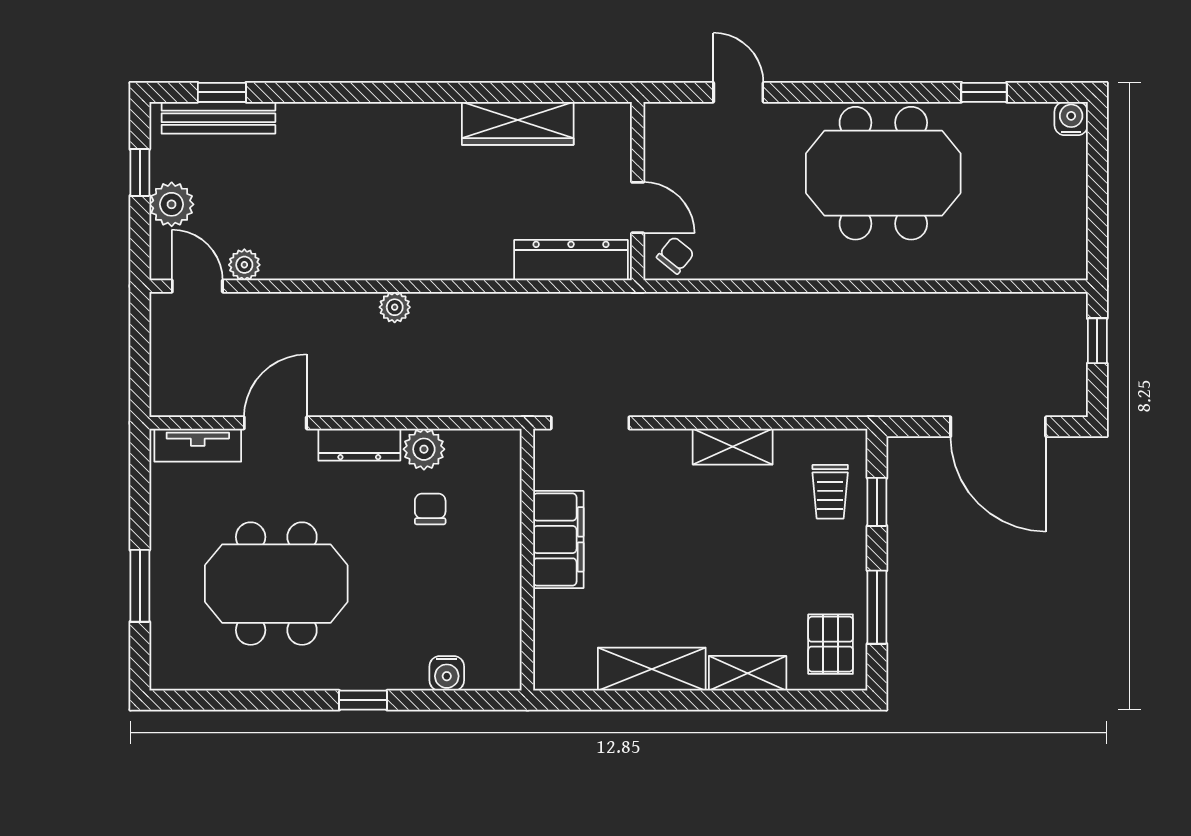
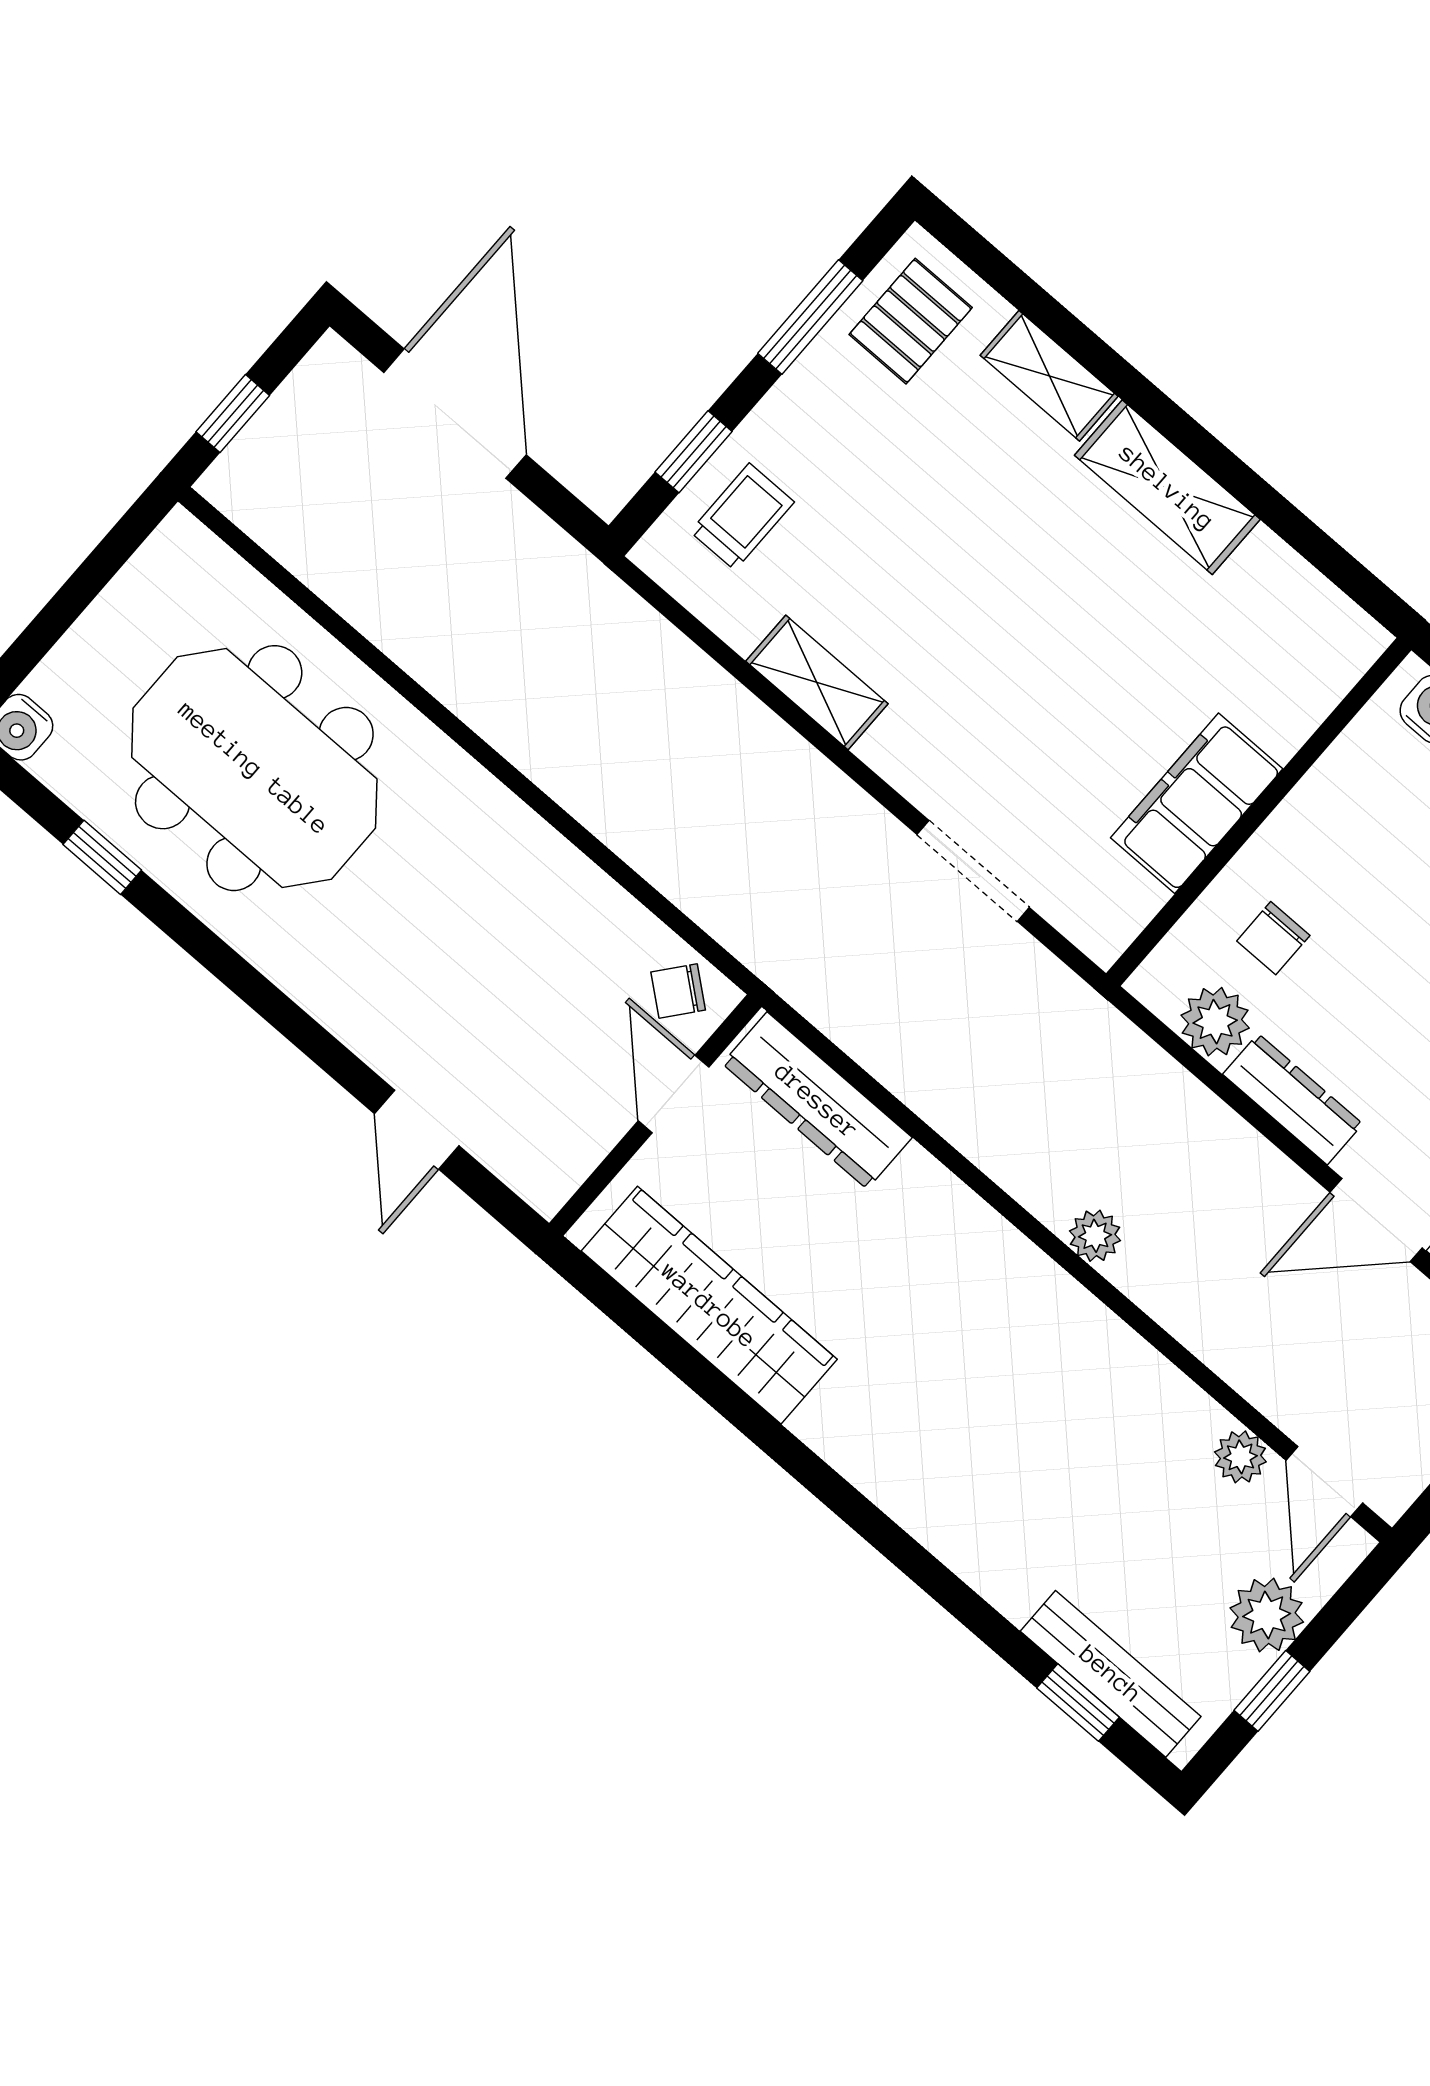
wardrobe: (518, 123) -> (709, 1305), width x1.40, depth x1.17
meeting table: (883, 173) -> (254, 768), moved
filing cabinet: (558, 539) -> (1197, 803), moved
wall: (527, 560) -> (1259, 812), moved

